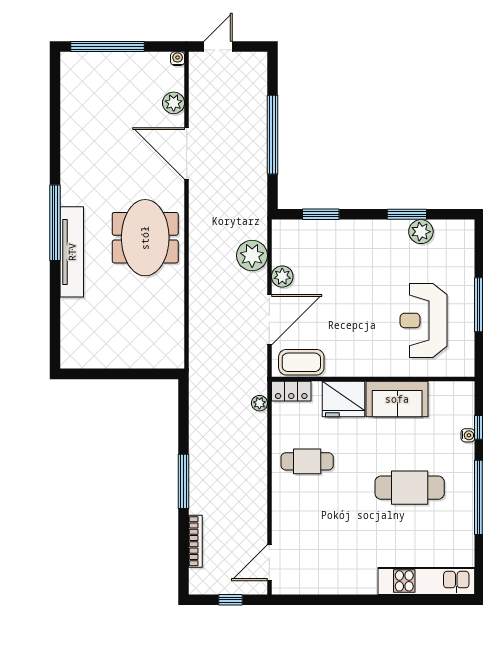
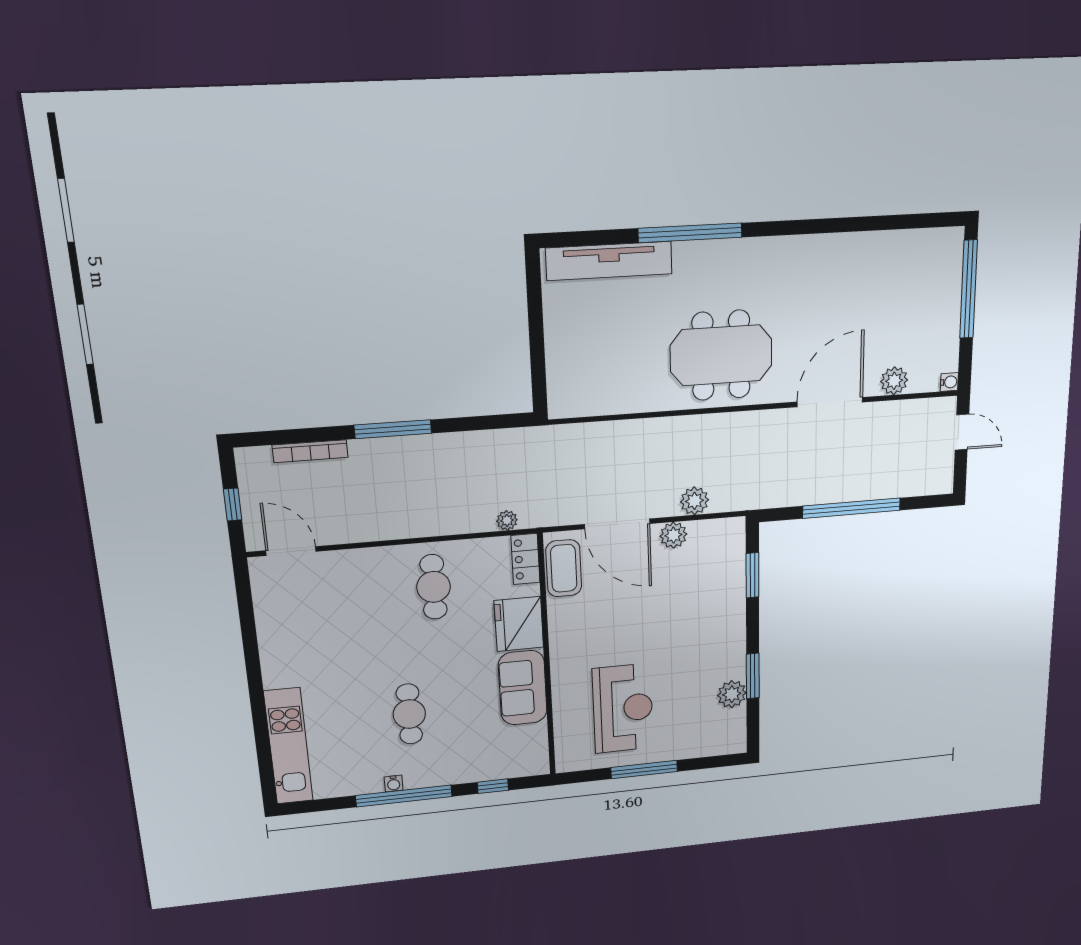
window: (55, 223) -> (690, 233), moved
tv unit: (72, 252) -> (609, 261), moved
plant: (252, 256) -> (694, 501), width x0.73, depth x0.73
reception desk: (424, 320) -> (623, 708), turned 90
water cooler: (468, 435) -> (394, 784), moved
cafe table: (410, 488) -> (409, 714), width x0.73, depth x0.74

